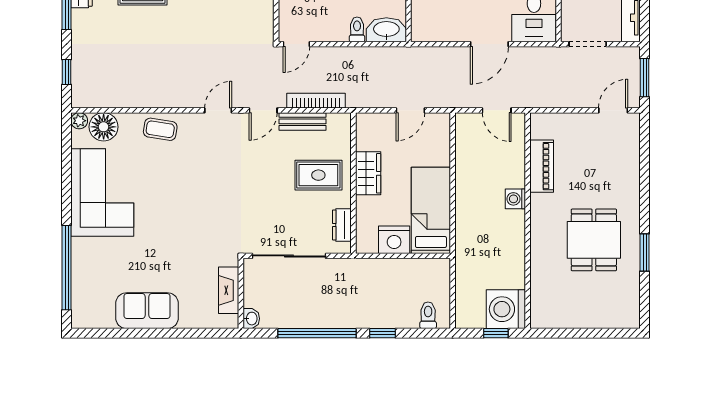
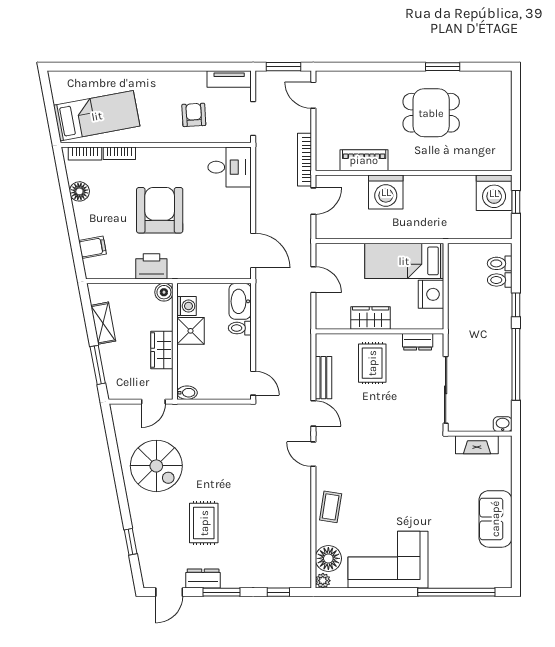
door: (489, 44) -> (253, 250), moved
bookcase: (316, 101) -> (305, 160), moved
washing machine: (515, 199) -> (386, 192), width x1.89, depth x1.89
toilet: (410, 315) -> (500, 280), added

